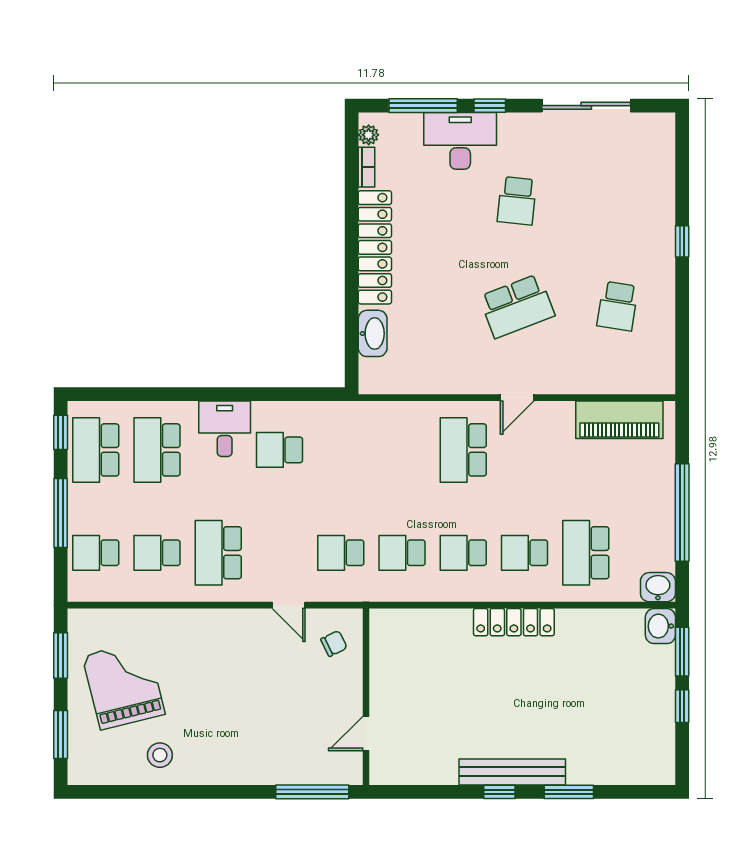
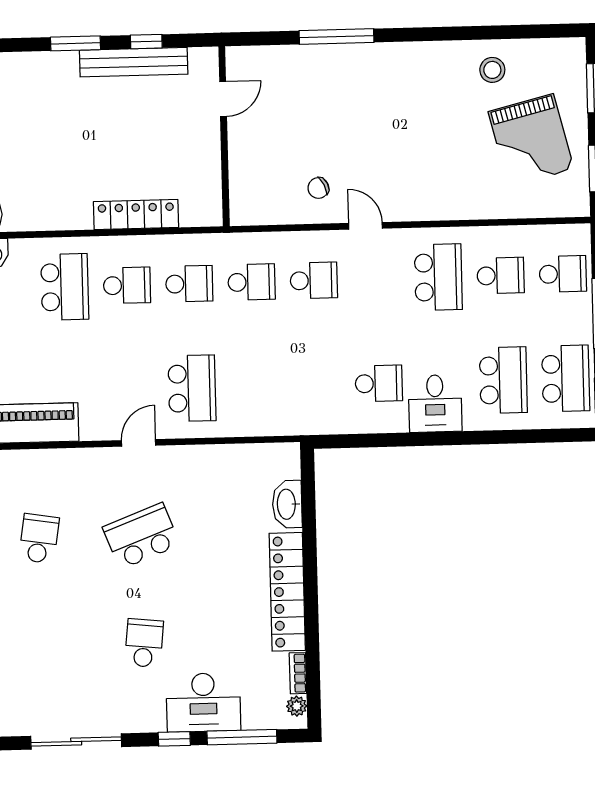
wall: (366, 697) -> (224, 136), moved
door: (366, 733) -> (223, 99), moved

